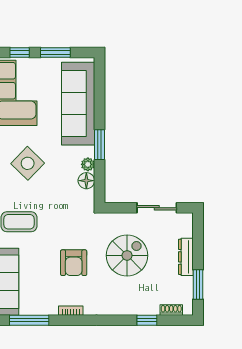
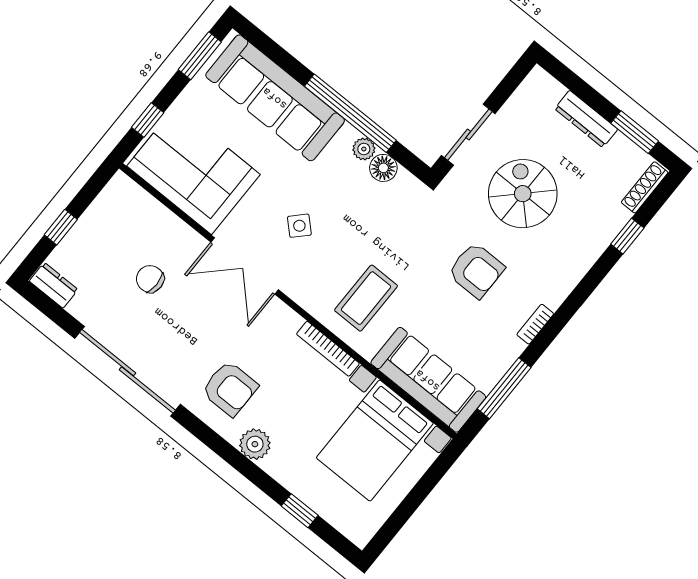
window: (55, 52) -> (200, 56), moved
window: (99, 145) -> (350, 113), width x2.11
side table: (28, 163) -> (299, 226), width x0.54, depth x0.54
sliding door: (157, 208) -> (468, 135), moved
shoe rack: (171, 310) -> (645, 187), width x1.43

